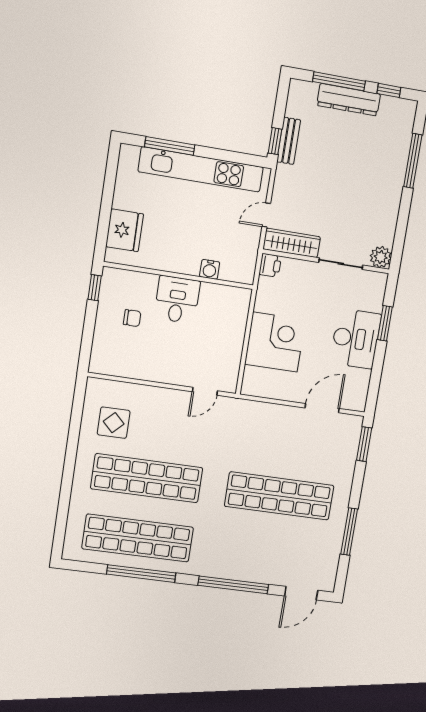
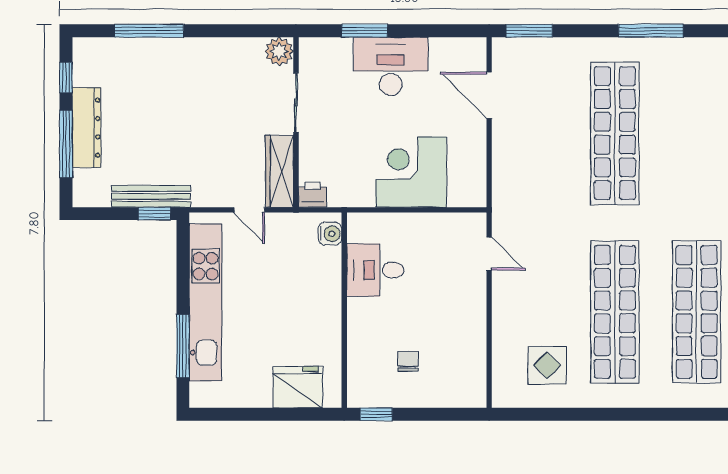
bench: (289, 141) -> (151, 196), width x1.36
water cooler: (210, 269) -> (330, 234), moved
desk: (177, 300) -> (375, 270), moved

